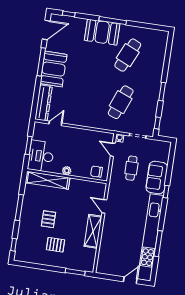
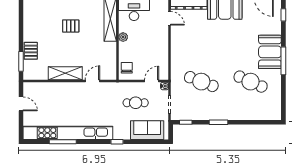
sofa: (157, 178) -> (147, 130), moved
pallet: (55, 245) -> (31, 51), moved
door: (130, 280) -> (21, 104), moved

